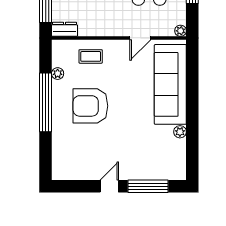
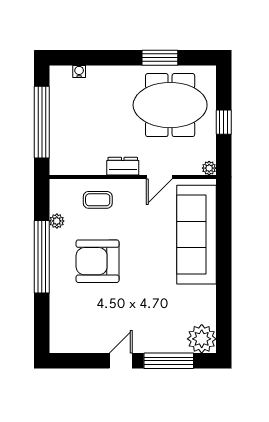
dresser: (64, 29) -> (123, 166), moved
plant: (180, 132) -> (202, 339), moved, width x1.88, depth x1.88

